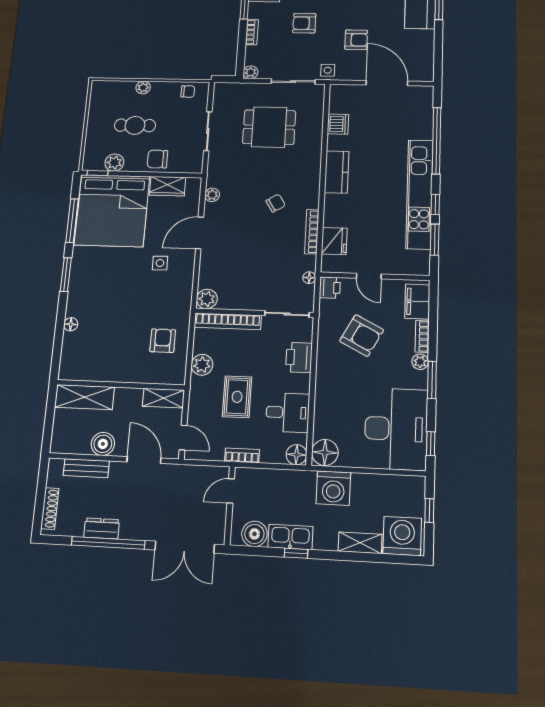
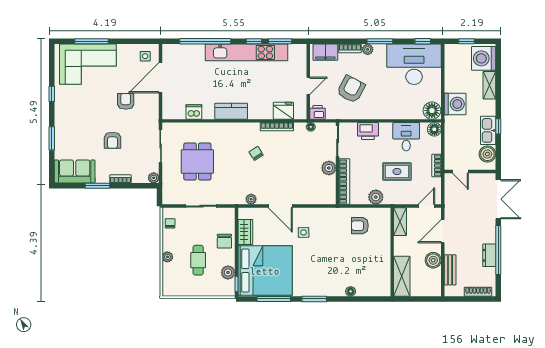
side table: (328, 70) -> (145, 56), moved
plant: (207, 299) -> (329, 168), moved

